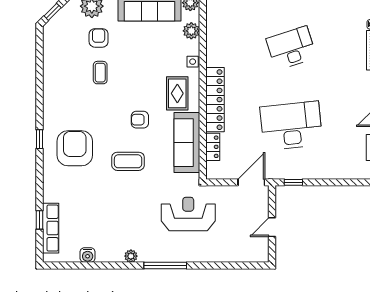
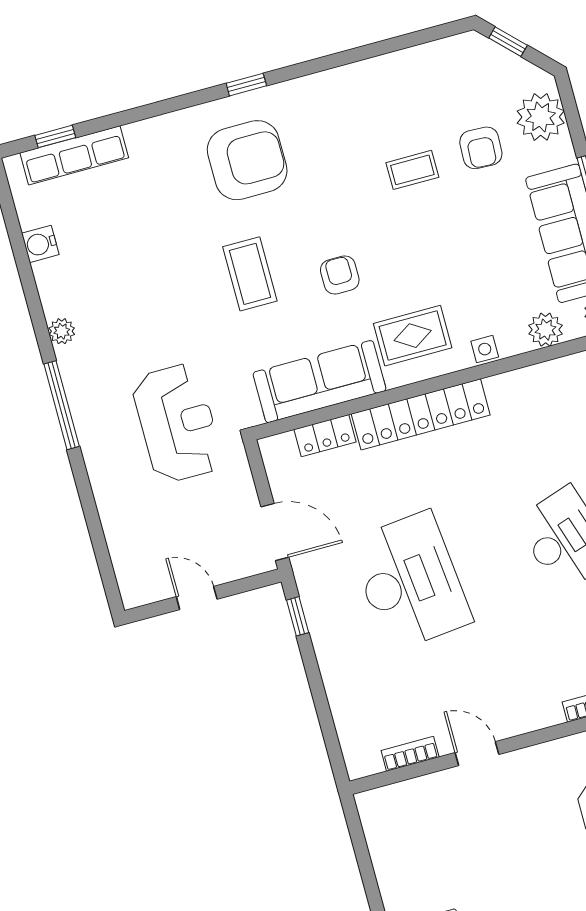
armchair: (99, 38) -> (481, 148), turned 93
window: (39, 220) -> (55, 136), moved

